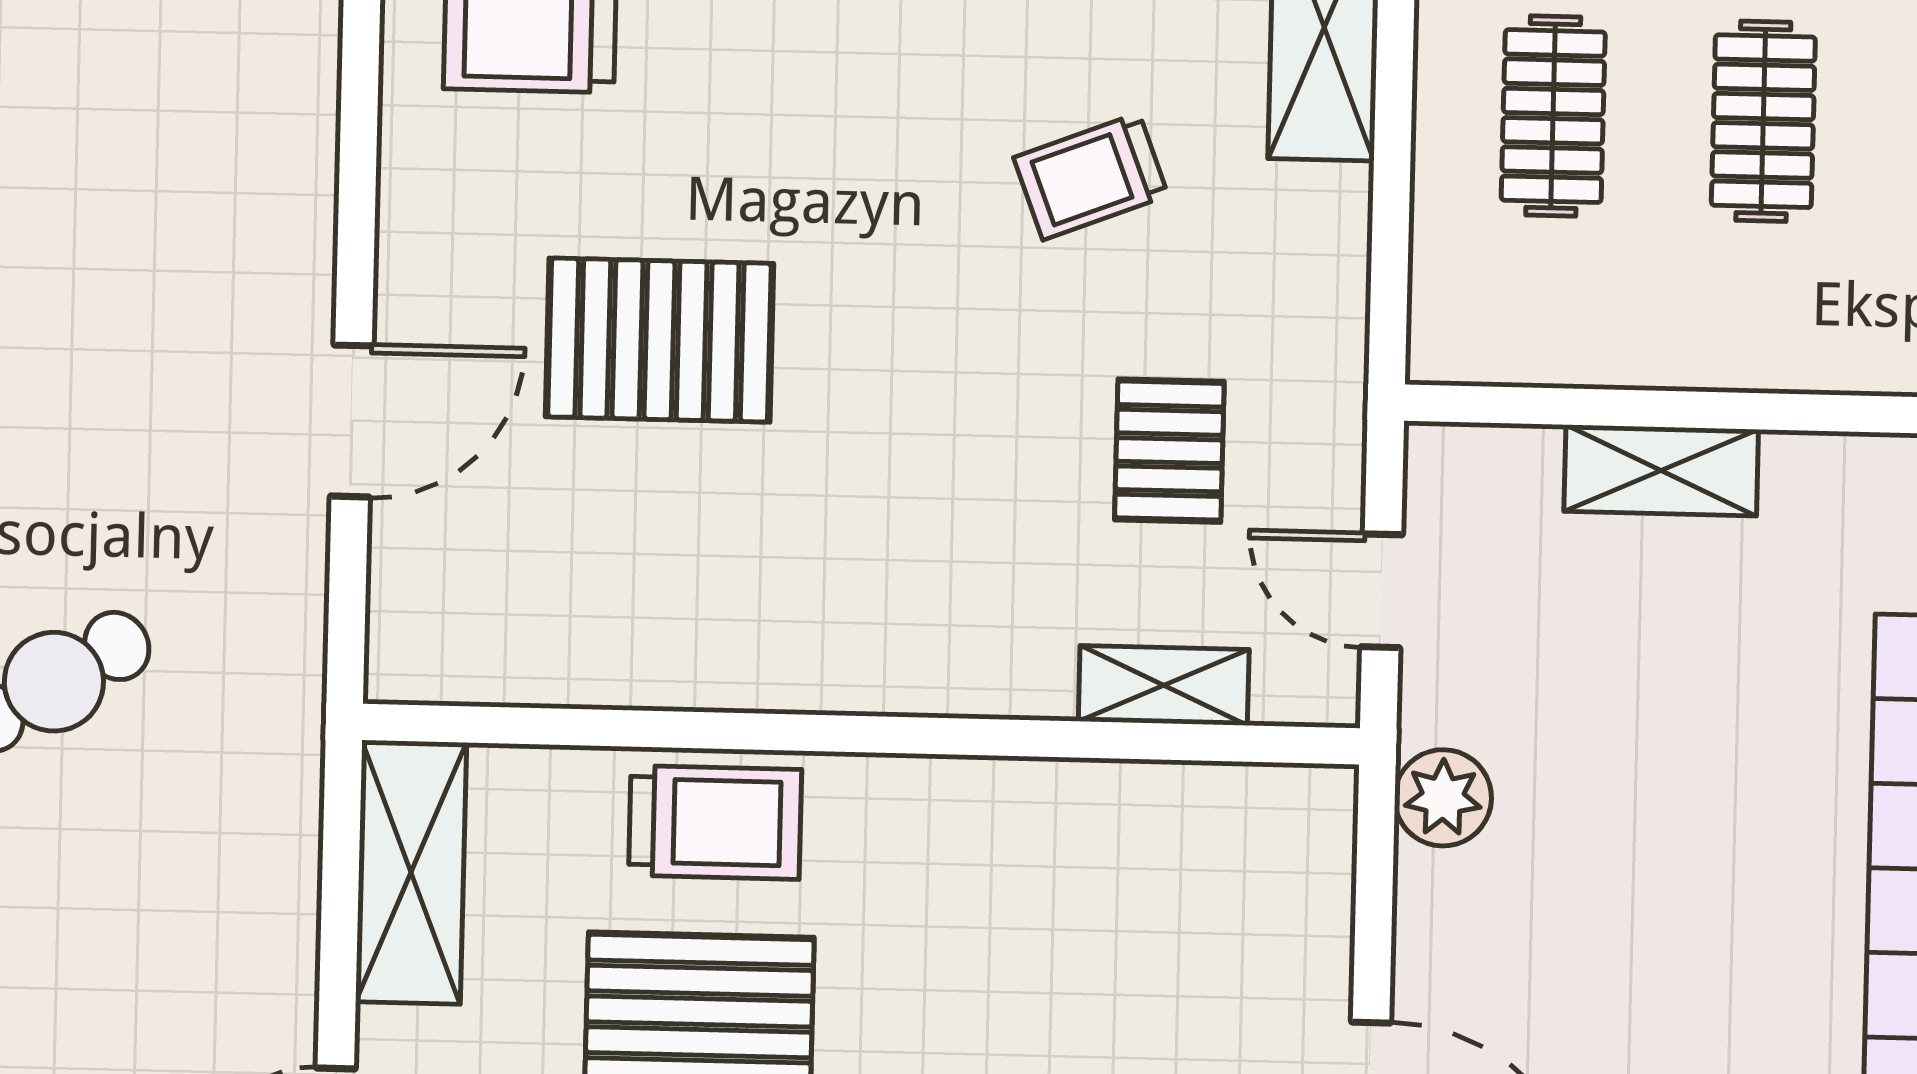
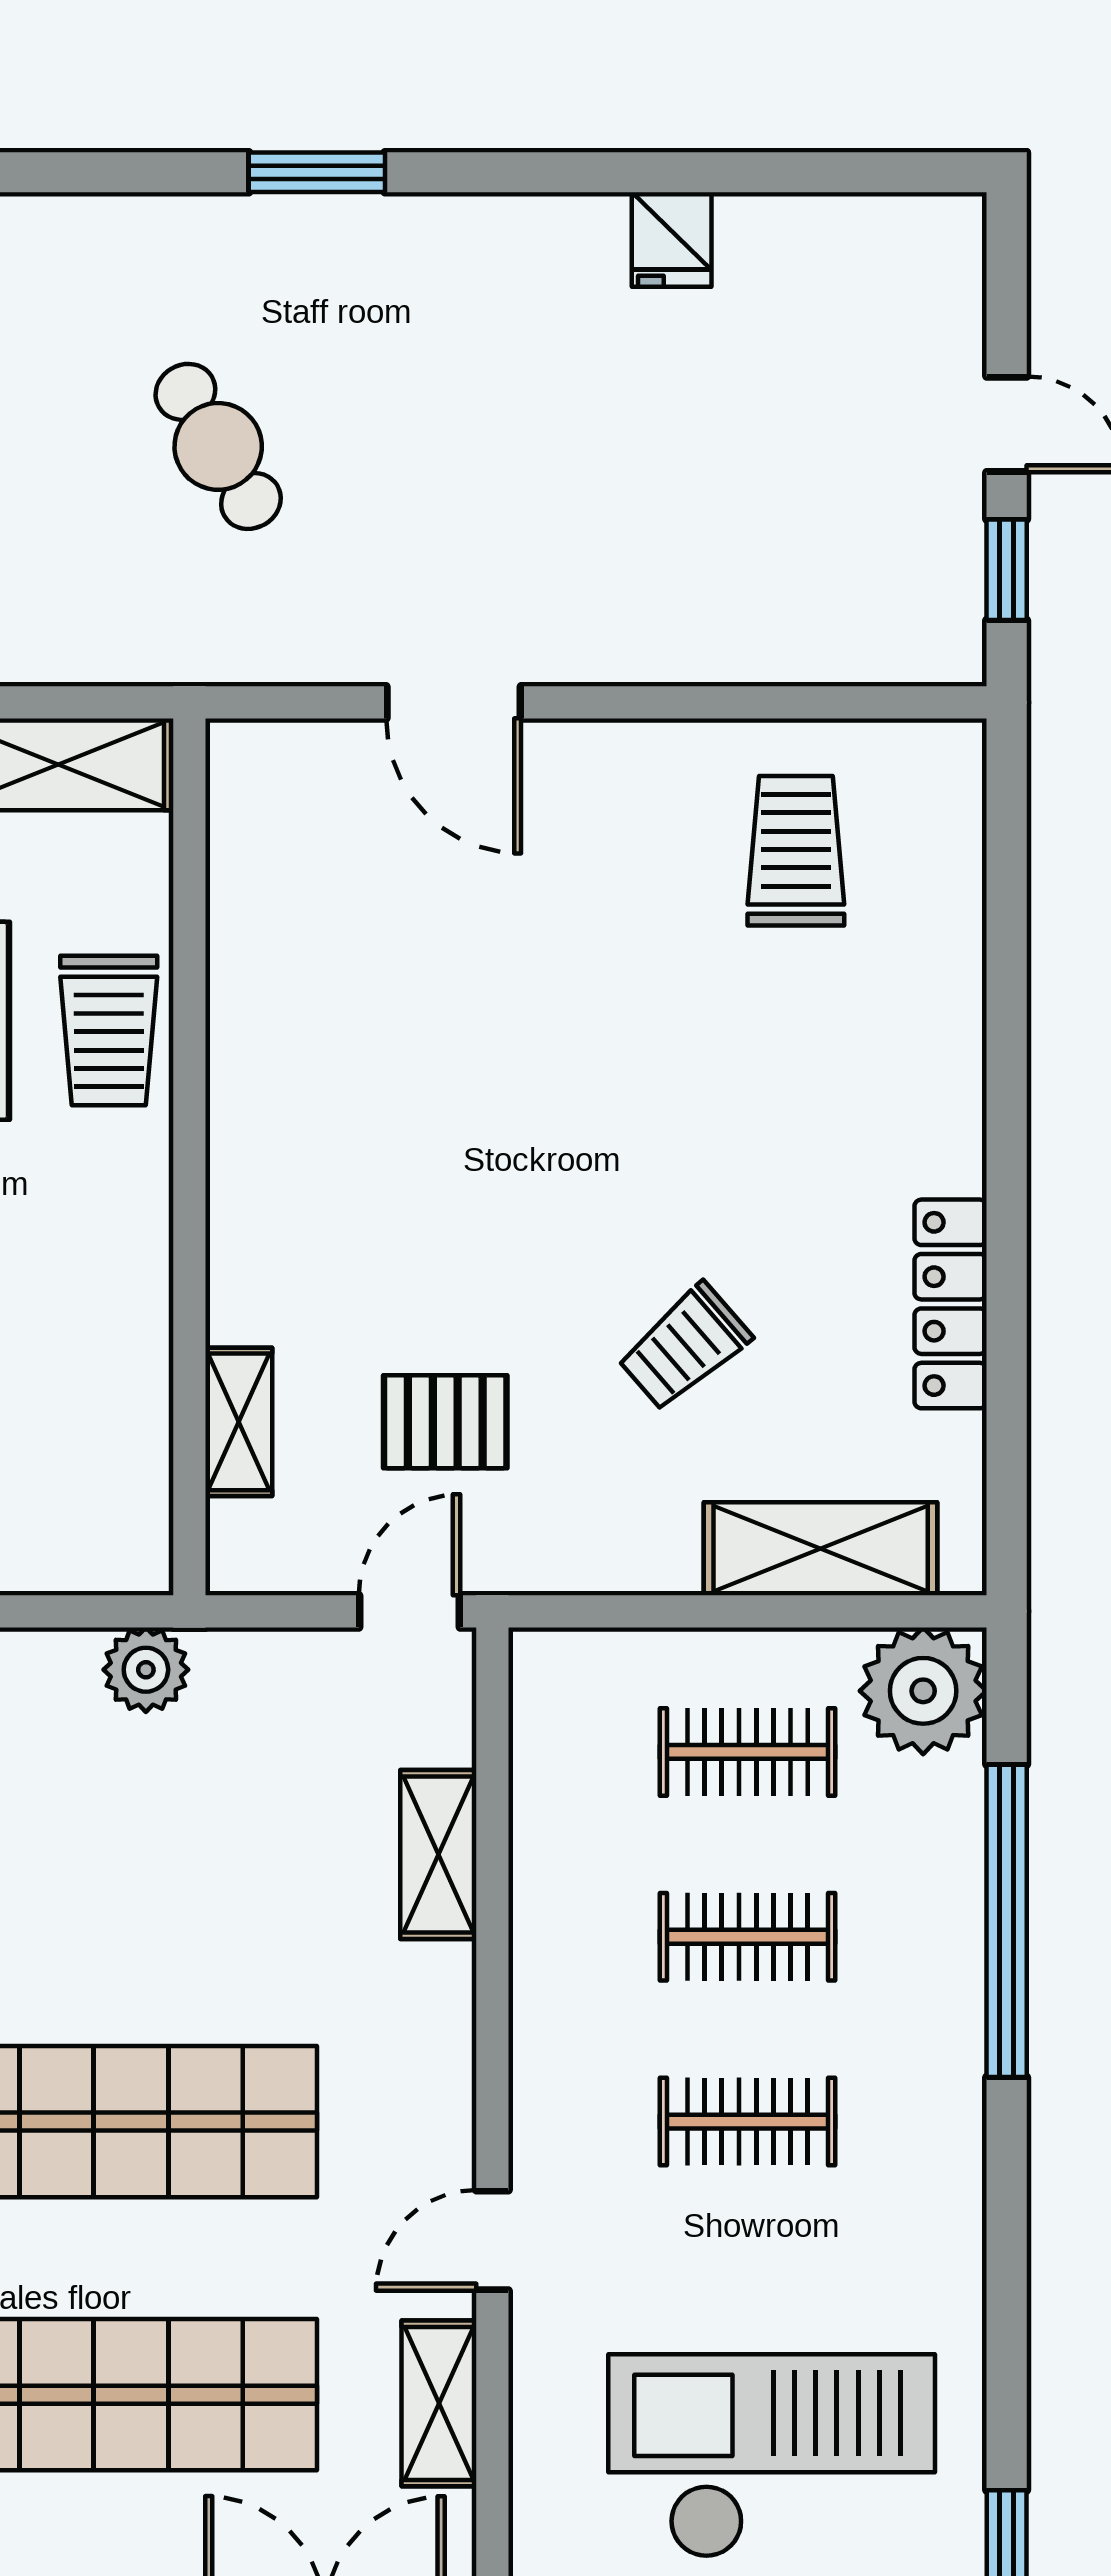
trolley: (1091, 177) -> (684, 1347), turned -110
pallet: (660, 340) -> (531, 971), removed
door: (1382, 591) -> (409, 1611), moved

